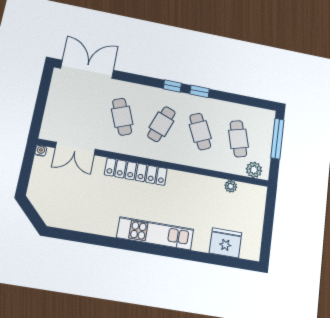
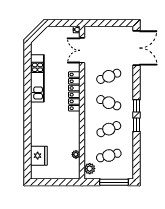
kitchen unit: (155, 233) -> (37, 78), moved

